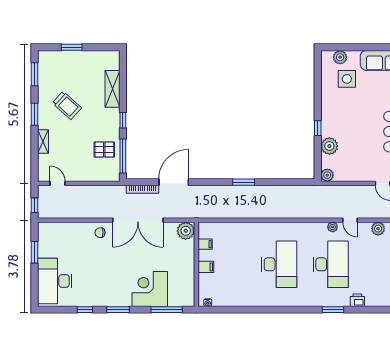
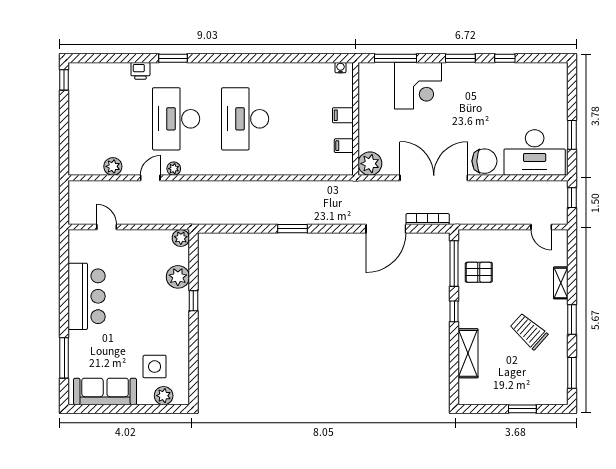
door: (350, 220) -> (150, 178), hinge flipped
chair: (100, 233) -> (484, 161), width x1.87, depth x1.87
desk: (55, 281) -> (535, 152), moved, turned 90

